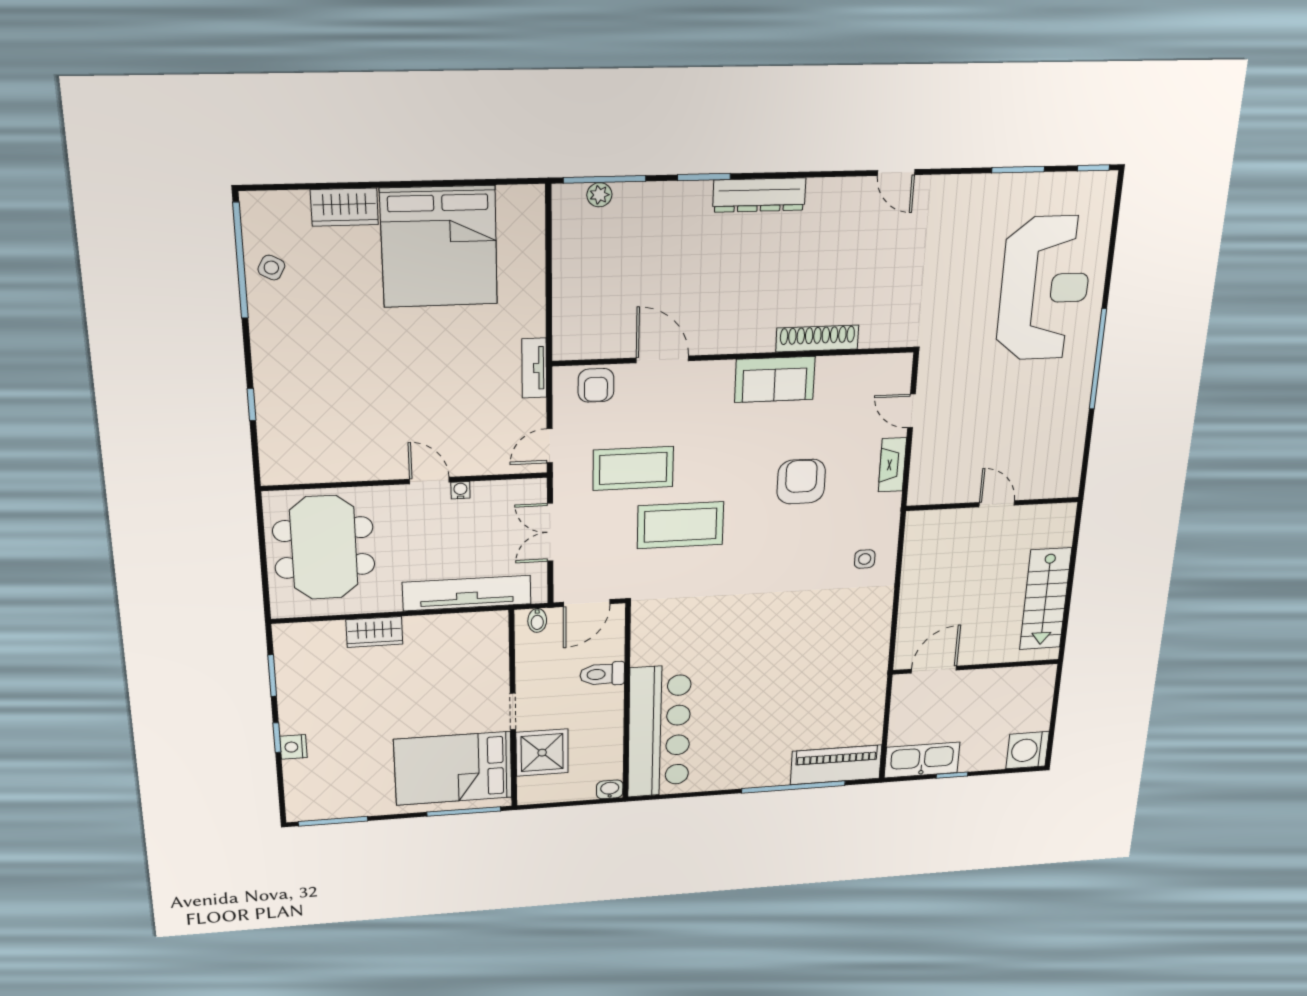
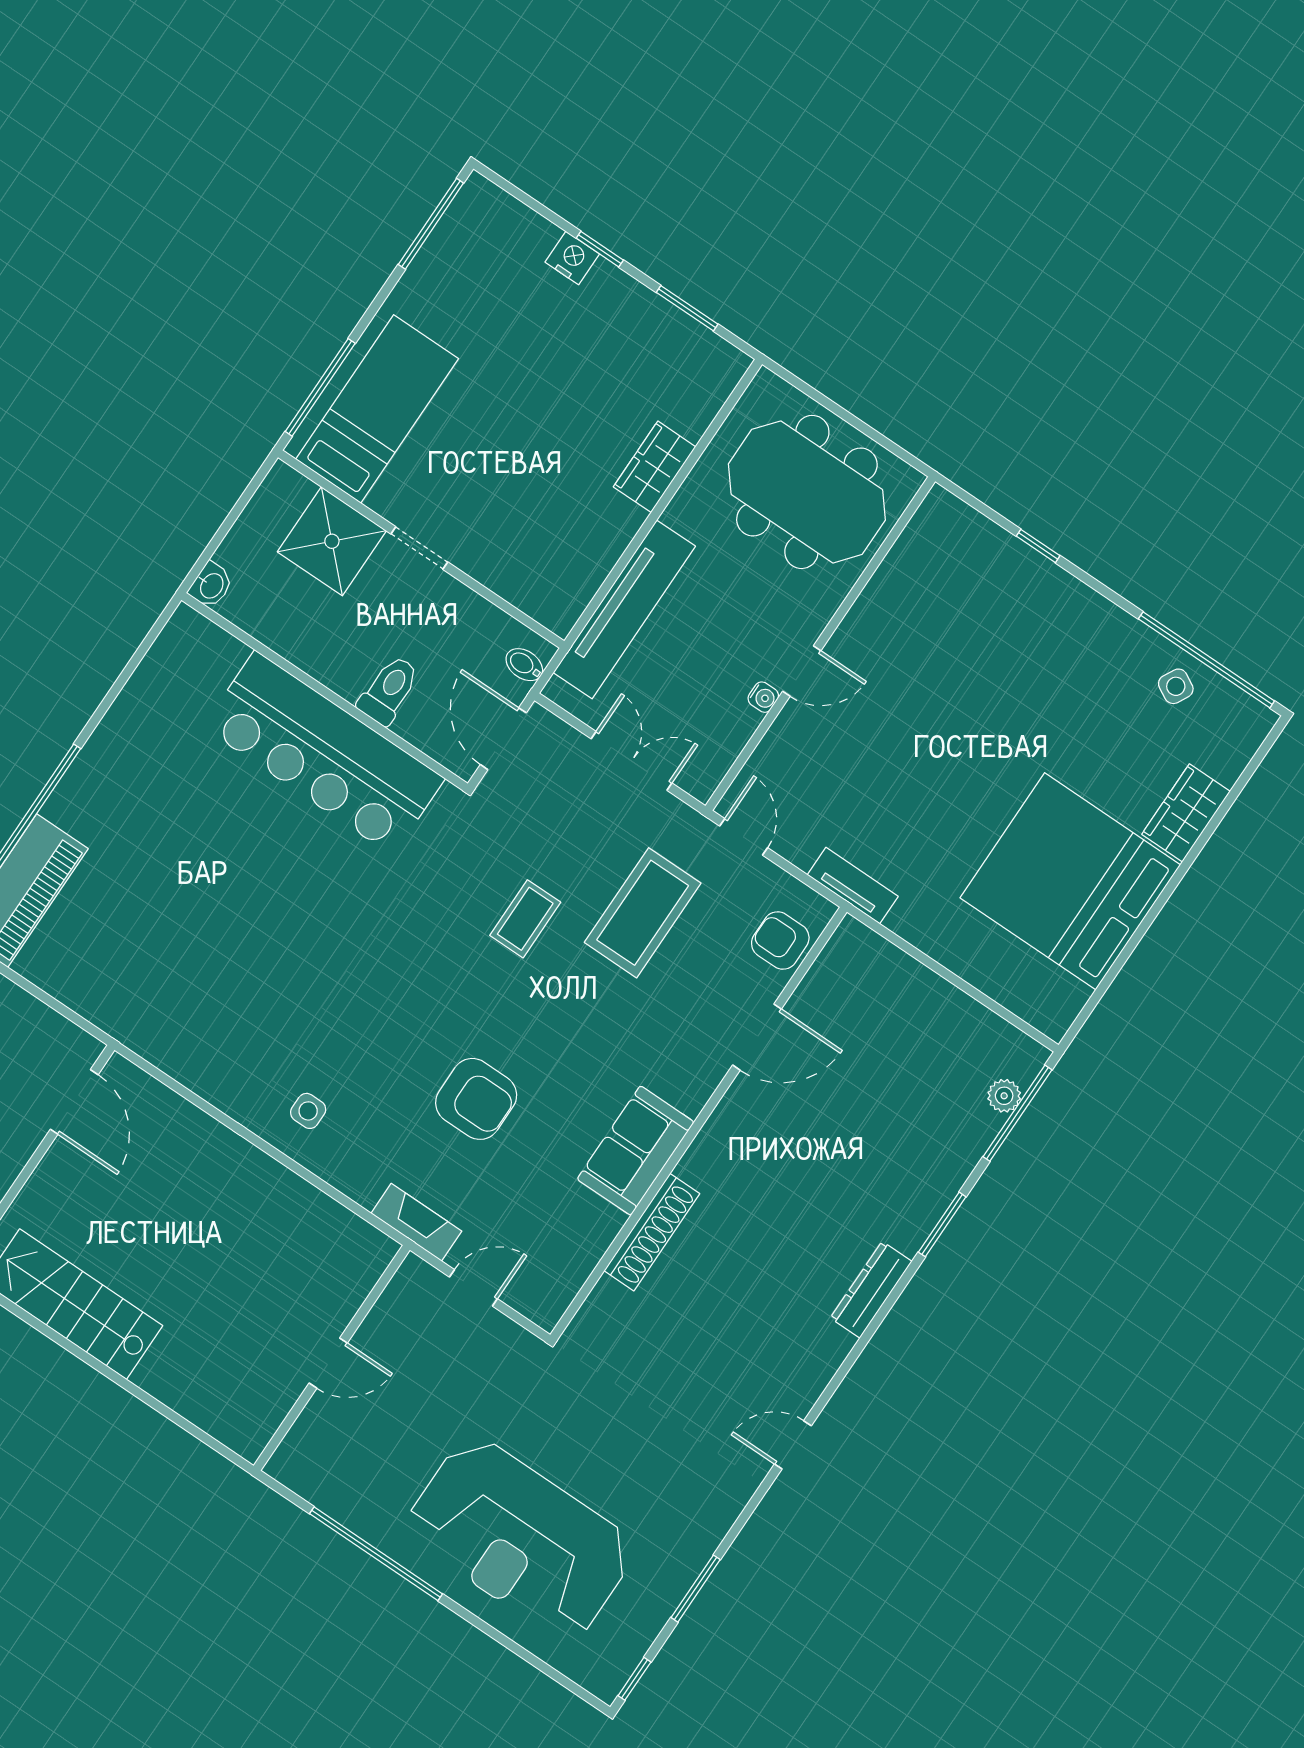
dresser: (759, 195) -> (871, 1290), width x0.73, depth x0.80
wall: (993, 504) -> (332, 1358), moved
door: (997, 504) -> (328, 1363), moved
coffee table: (680, 525) -> (525, 919), width x0.54, depth x0.58
bar counter: (659, 731) -> (324, 753), moved
bed: (453, 768) -> (377, 409), width x0.67

